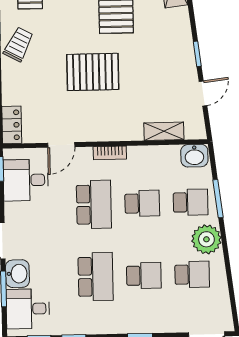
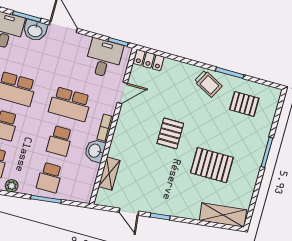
pallet: (93, 72) -> (170, 133), width x0.67, depth x0.71
door: (61, 145) -> (122, 93), swing flipped
washbasin: (194, 156) -> (95, 151), moved
plant: (206, 239) -> (12, 186), width x0.53, depth x0.53

